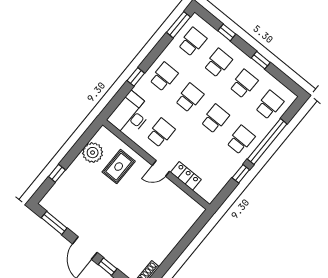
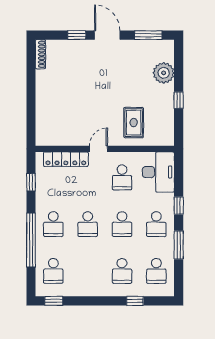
window: (179, 25) -> (179, 245), moved
window: (261, 60) -> (54, 301), moved
school desk: (244, 84) -> (88, 271), removed
plant: (93, 153) -> (164, 73), moved
window: (57, 173) -> (179, 100), moved
window: (241, 174) -> (31, 182), moved
locker: (186, 176) -> (66, 159), width x1.53

